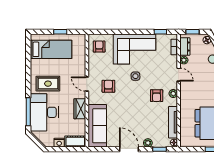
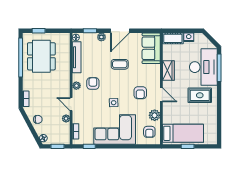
dresser: (185, 46) -> (65, 132), removed
bed: (51, 49) -> (183, 133), moved, turned 180
plant: (94, 63) -> (155, 115), added
coffee table: (129, 115) -> (120, 64), added
sofa: (97, 126) -> (151, 48), width x0.73
door: (129, 149) -> (120, 31), hinge flipped

